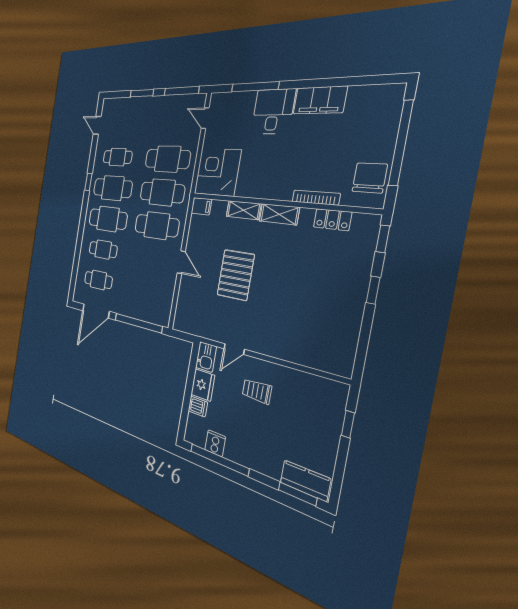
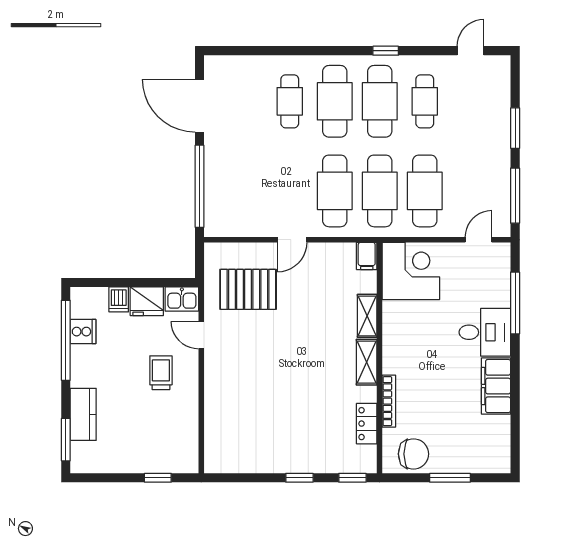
window: (401, 143) -> (450, 478), width x0.47
pallet: (236, 275) -> (248, 289), moved
cafe table: (98, 280) -> (245, 101), removed
kitchen counter: (305, 481) -> (83, 414), moved

